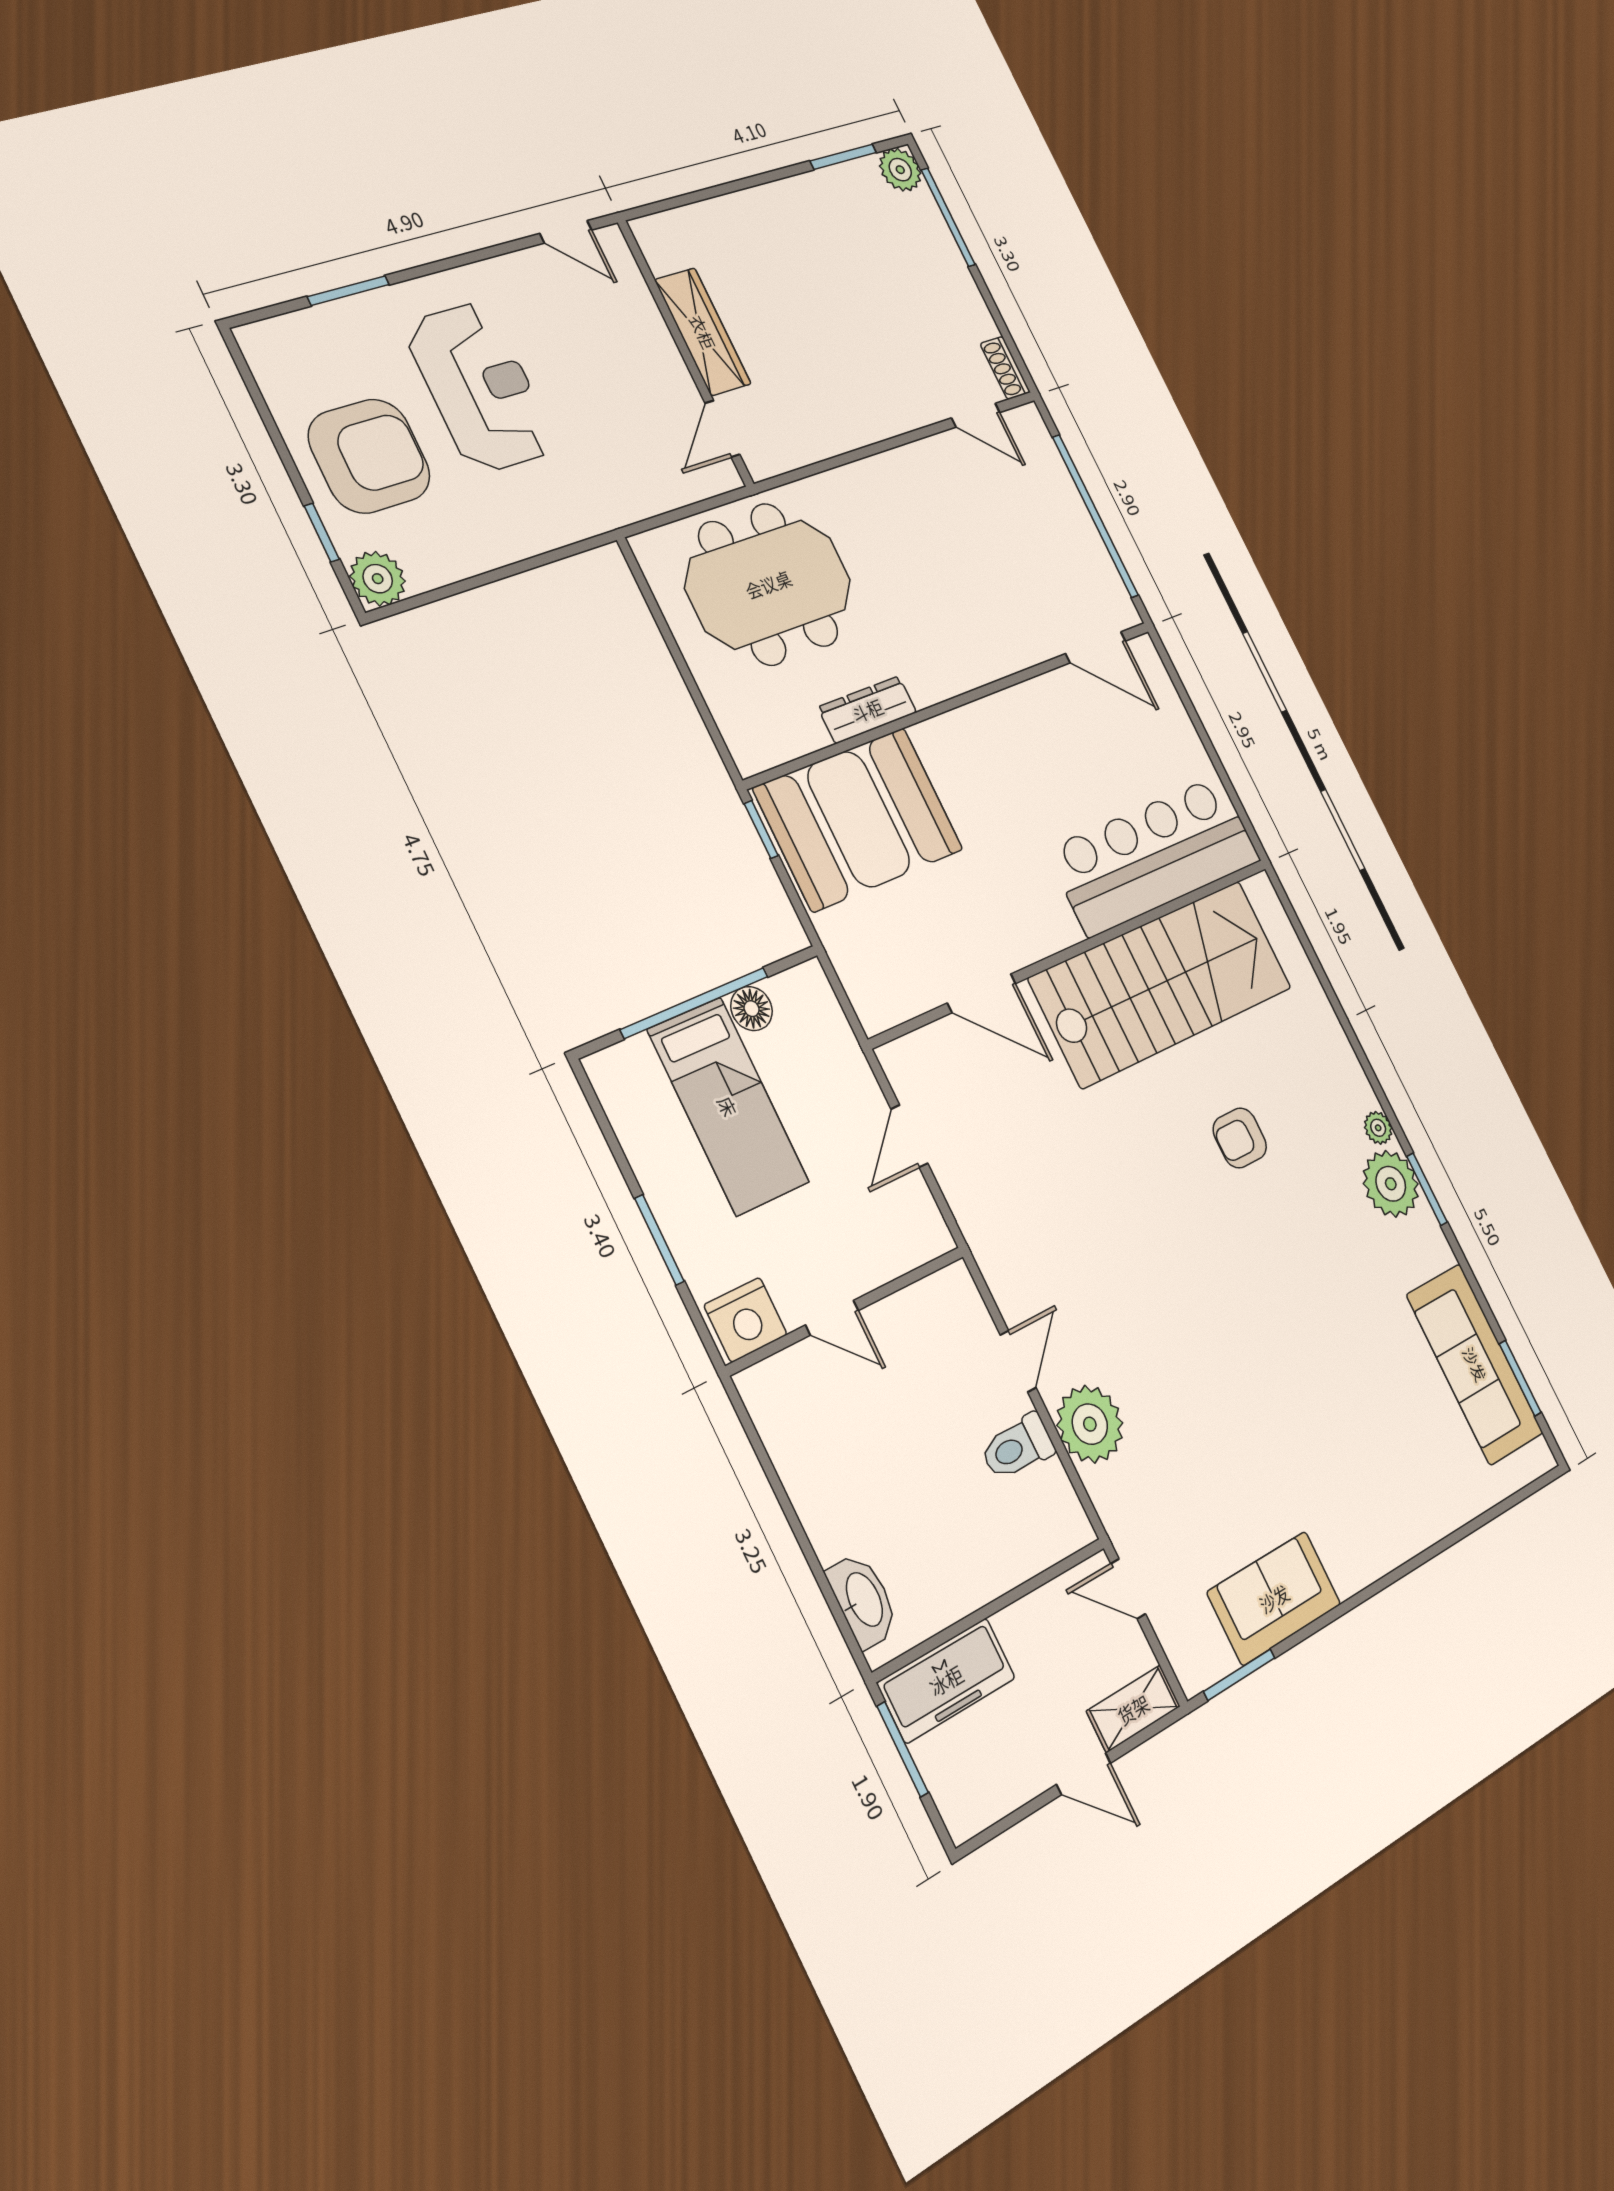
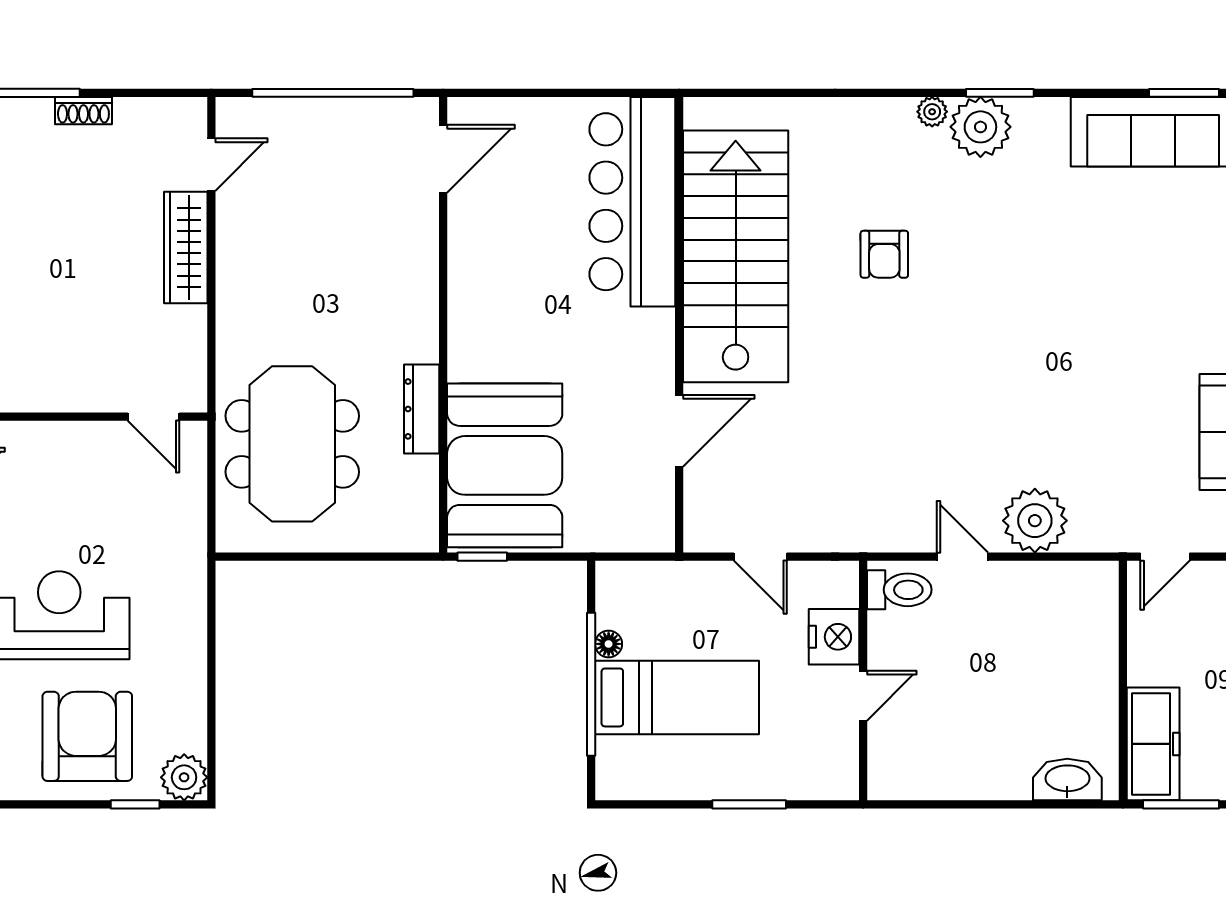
wardrobe: (703, 332) -> (186, 248), moved, turned -90
shoe rack: (1005, 368) -> (83, 111), moved
floor lamp: (752, 1009) -> (609, 644), width x0.73, depth x0.73
nightstand: (745, 1320) -> (834, 637), moved
toilet: (1017, 1447) -> (899, 590), moved, turned -90

